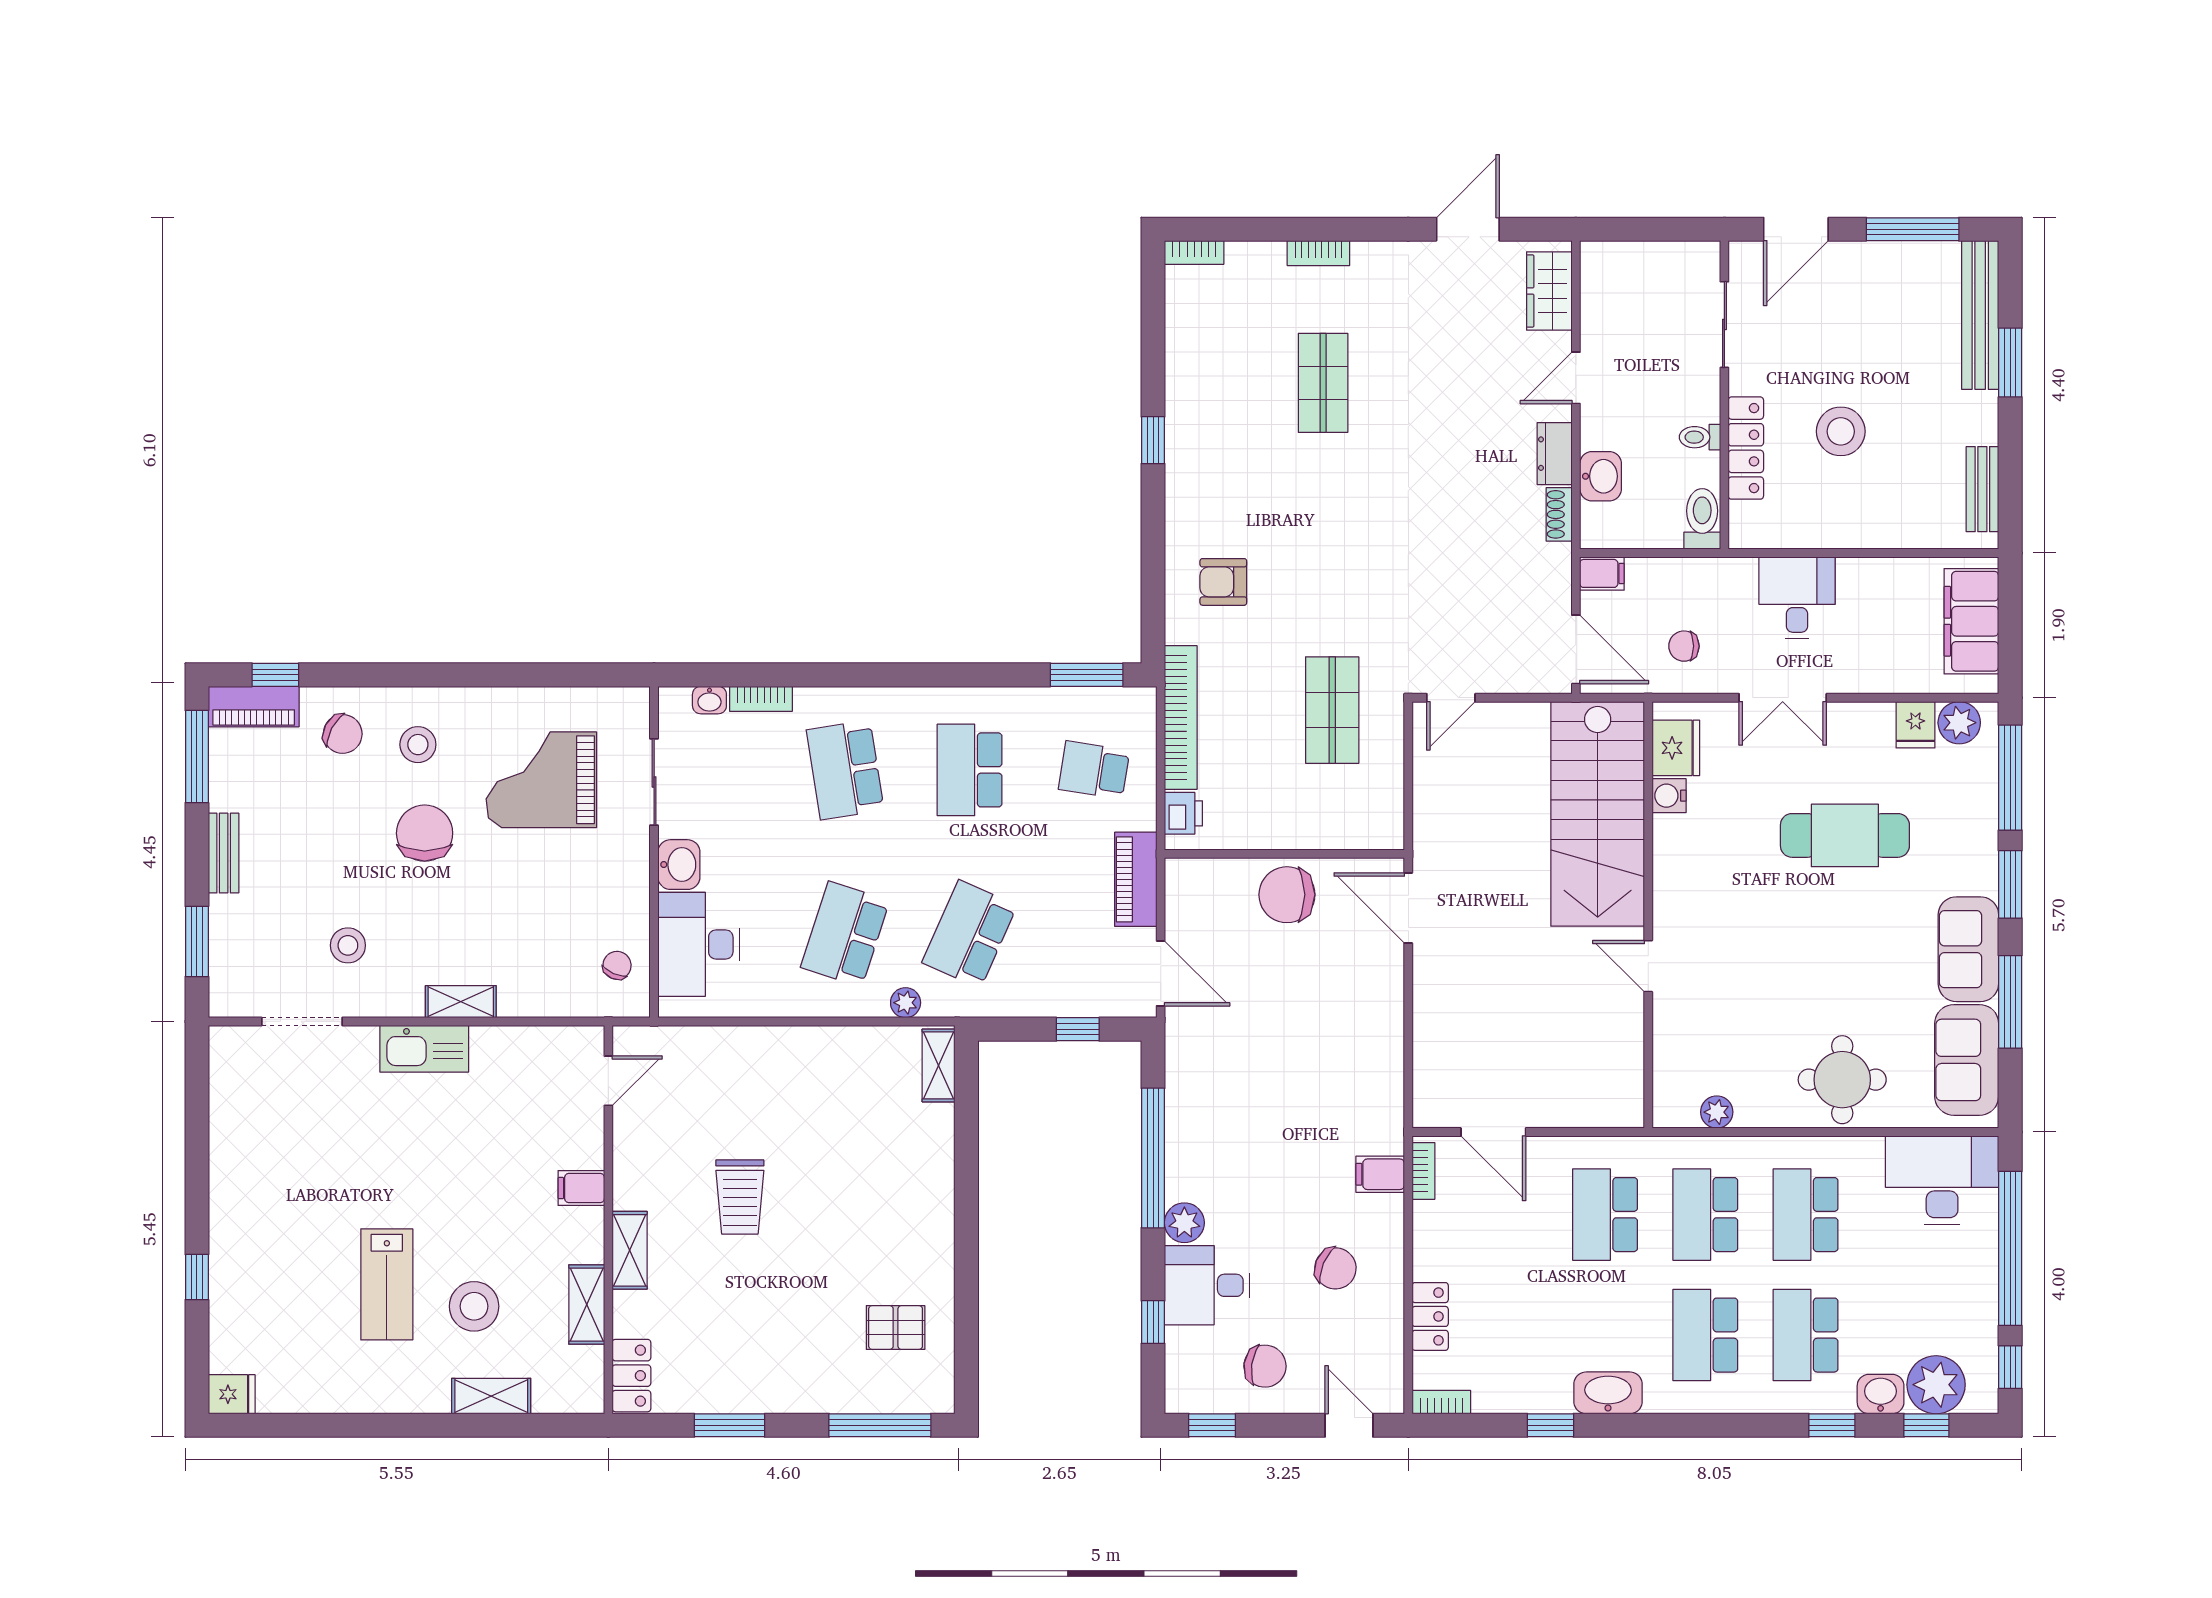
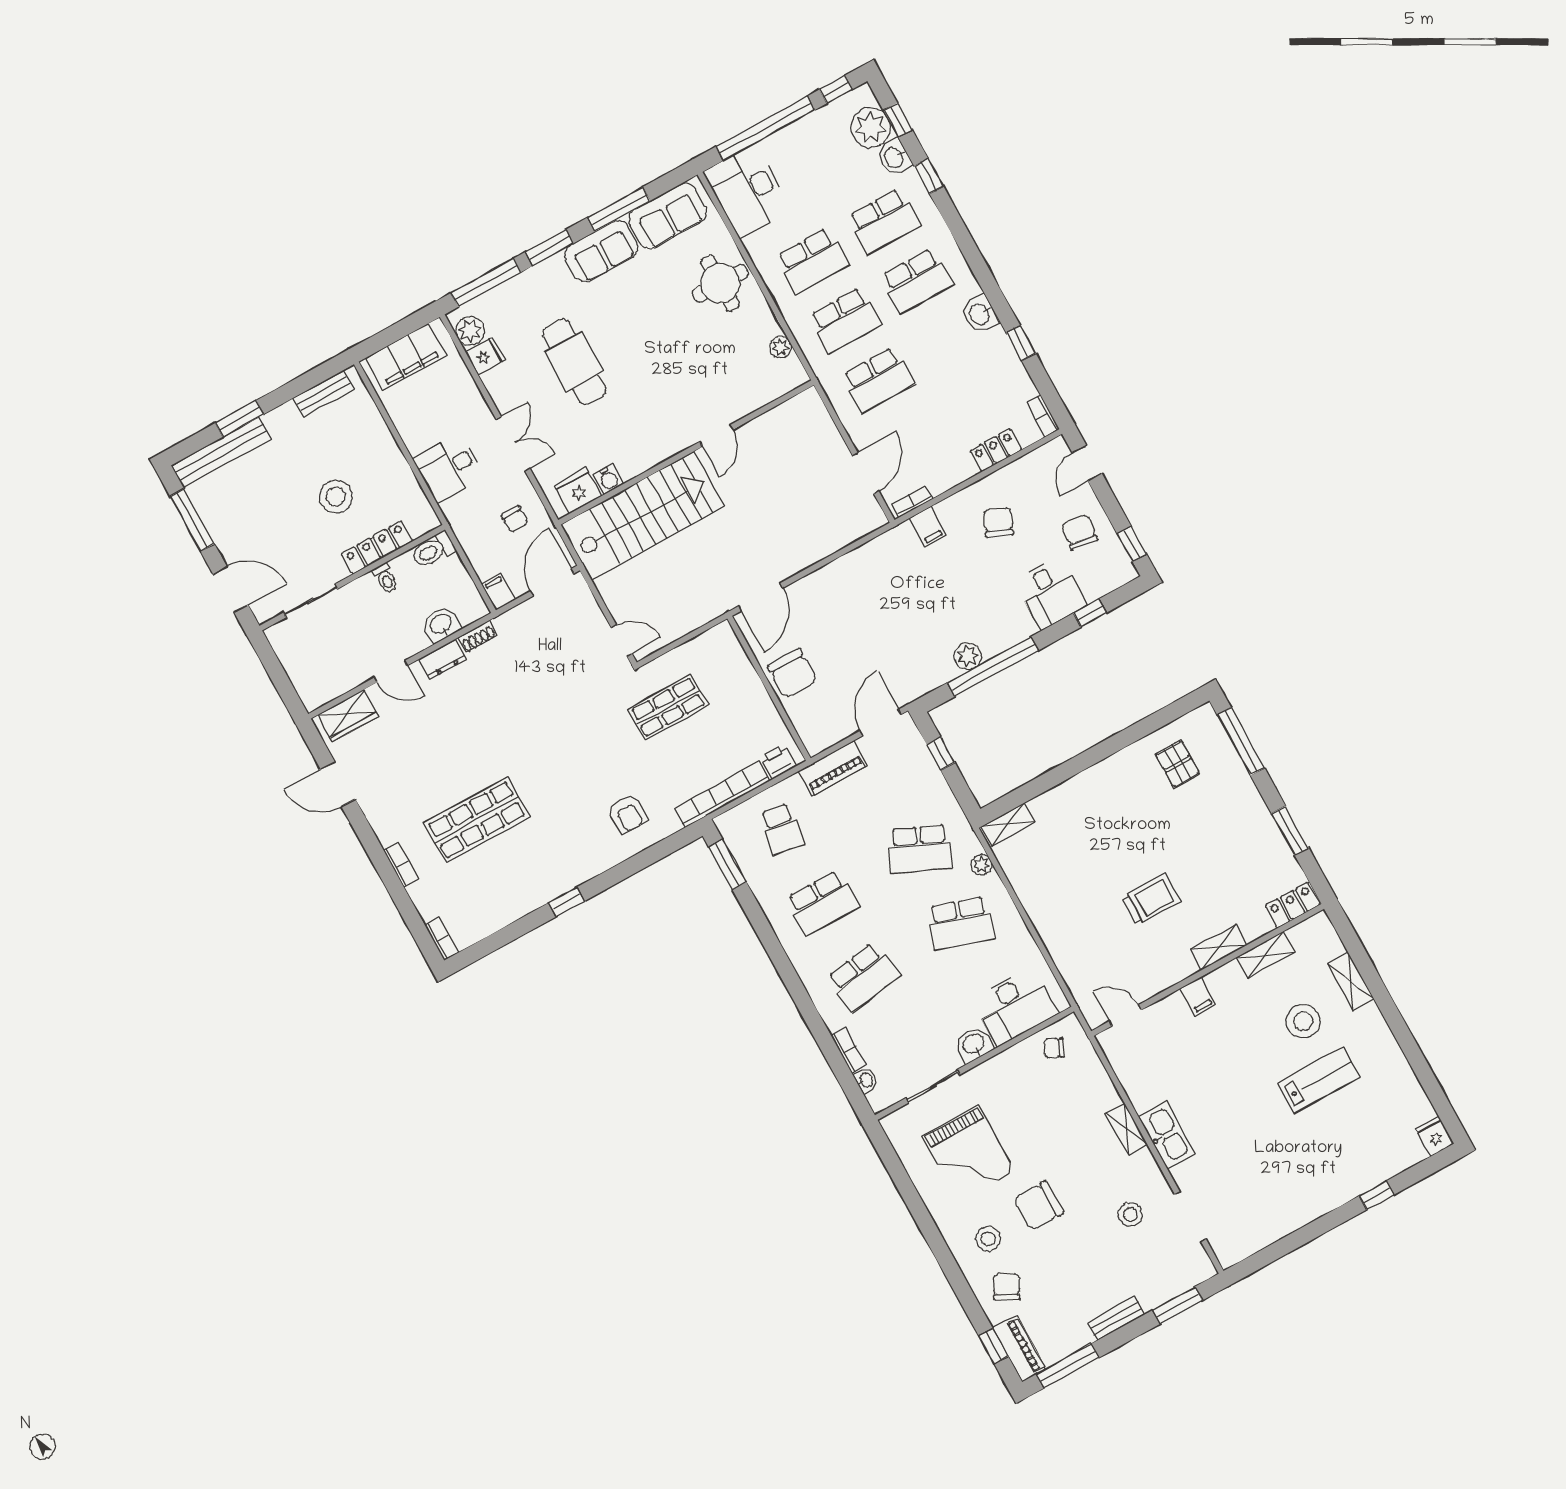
shop shelf: (1323, 383) -> (477, 820), width x1.43, depth x1.36
plant: (1184, 1223) -> (968, 656), moved
washbasin: (1608, 1393) -> (980, 314), width x0.72

